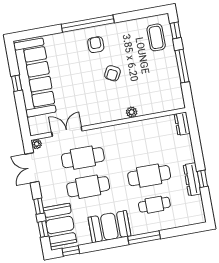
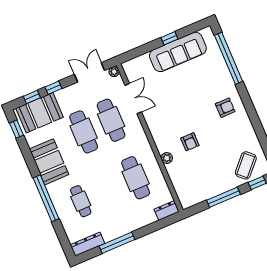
window: (88, 24) -> (229, 58), moved
coffee table: (156, 37) -> (246, 165), turned -47
armchair: (112, 73) -> (190, 142), moved, turned -117
sofa: (35, 78) -> (178, 52), width x0.74, depth x0.79
cafe table: (149, 176) -> (136, 178), moved
dresser: (192, 179) -> (87, 244), moved
window: (202, 179) -> (117, 243), width x2.17
window: (144, 238) -> (46, 198), width x1.46

